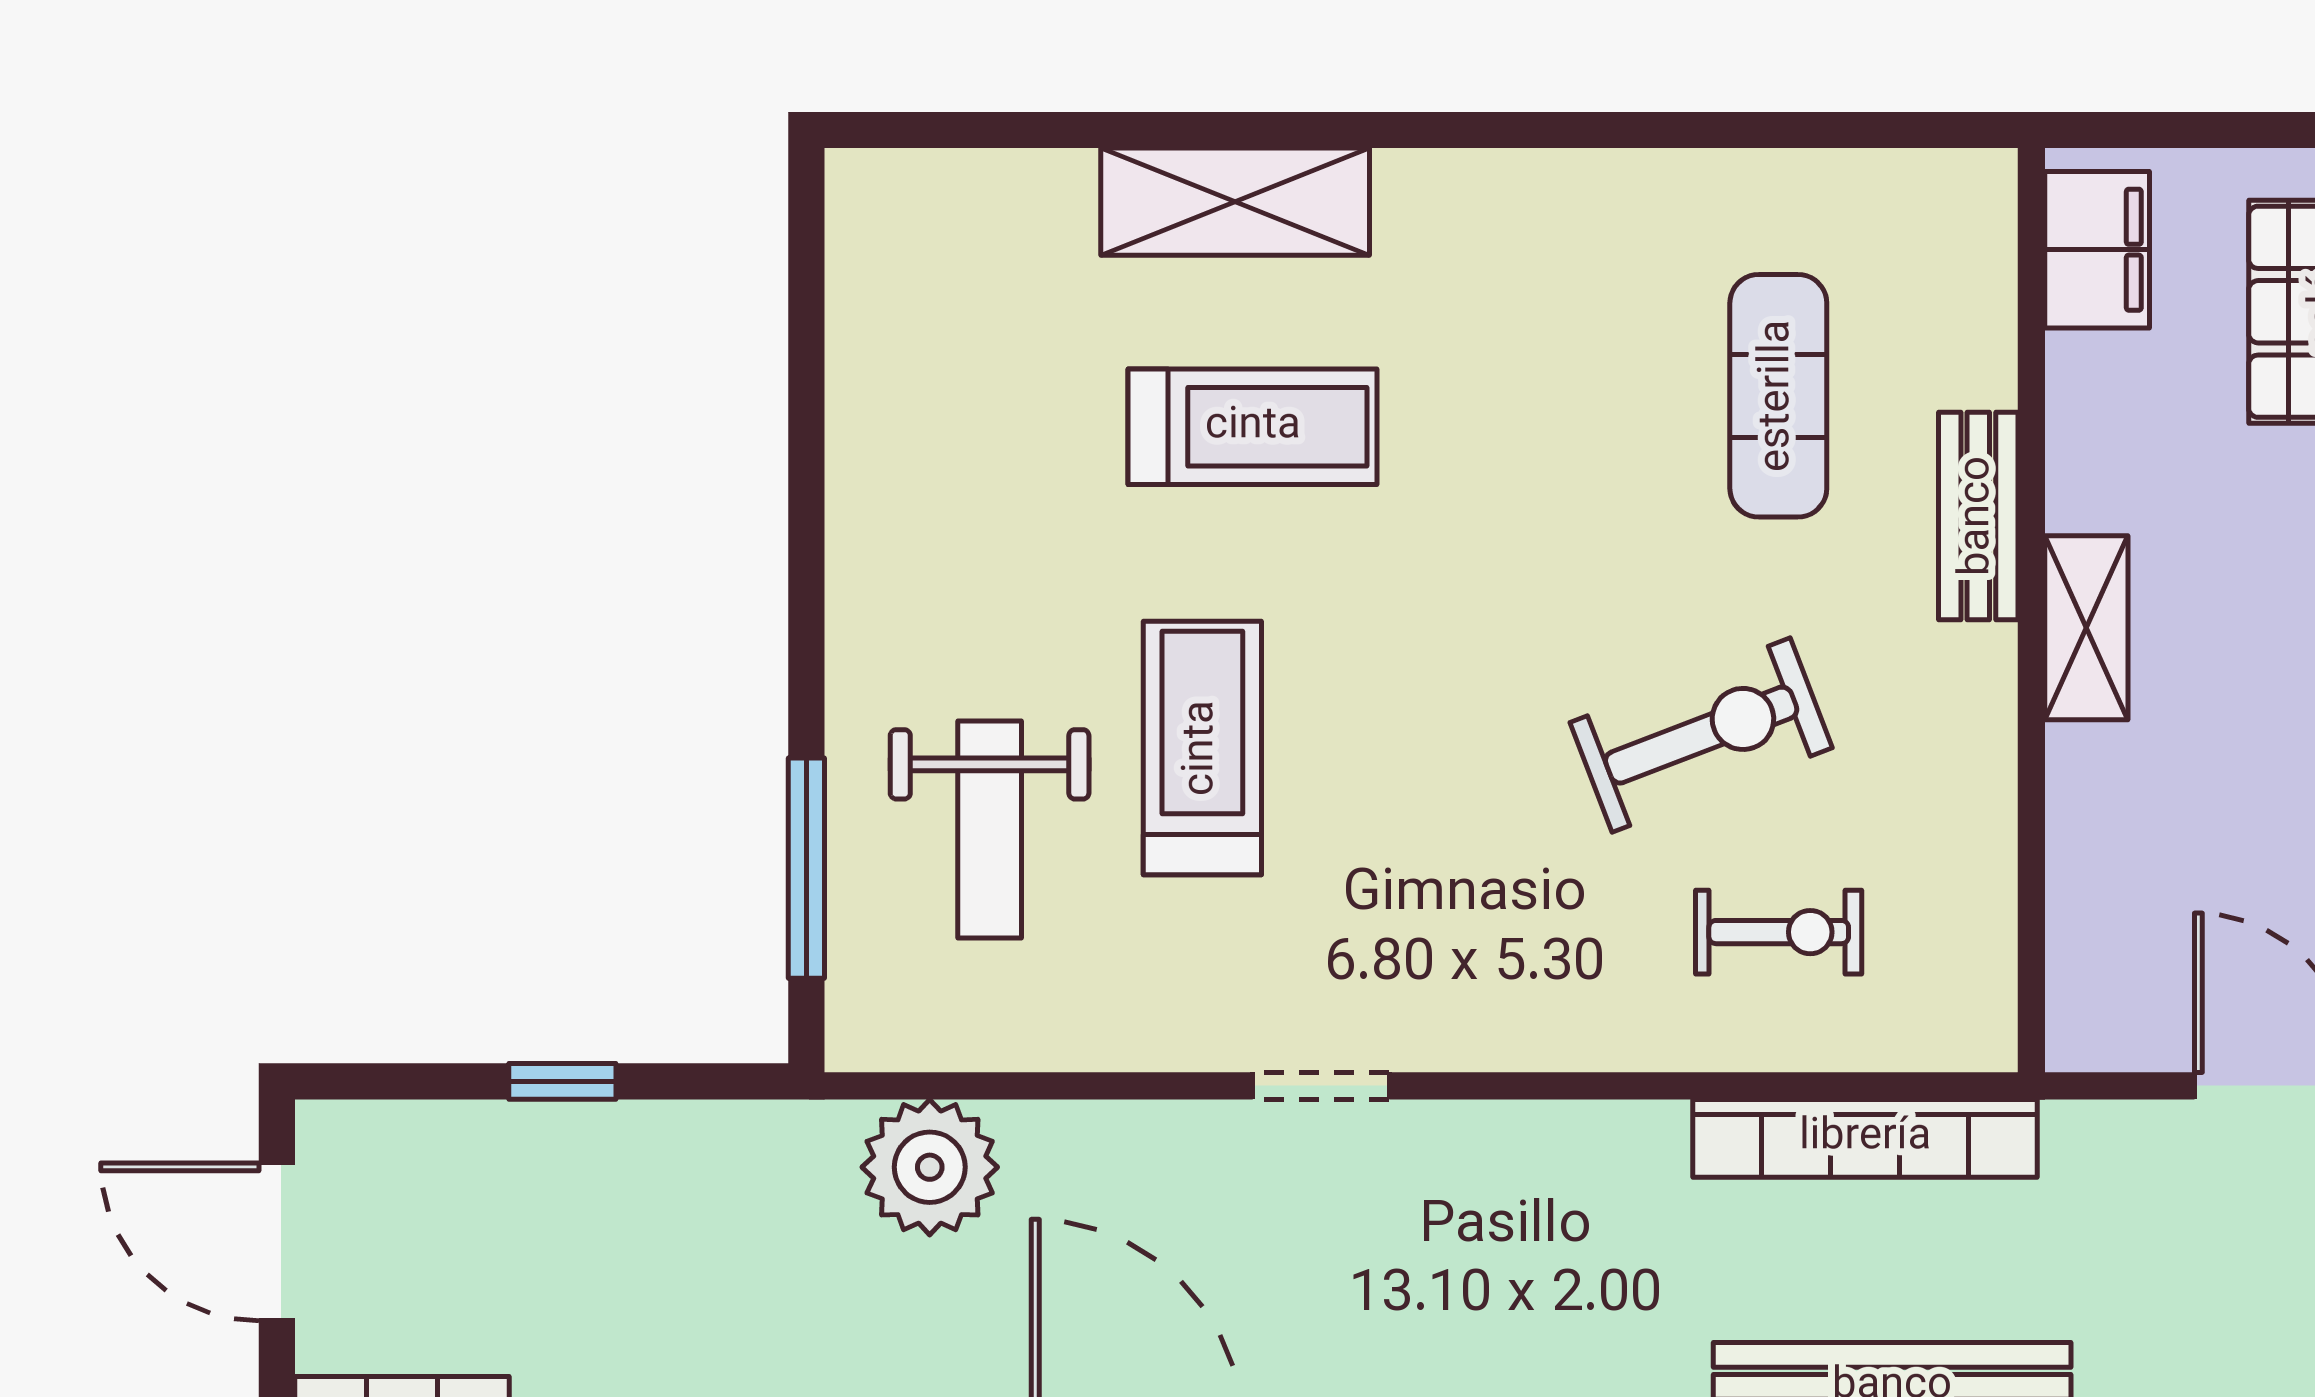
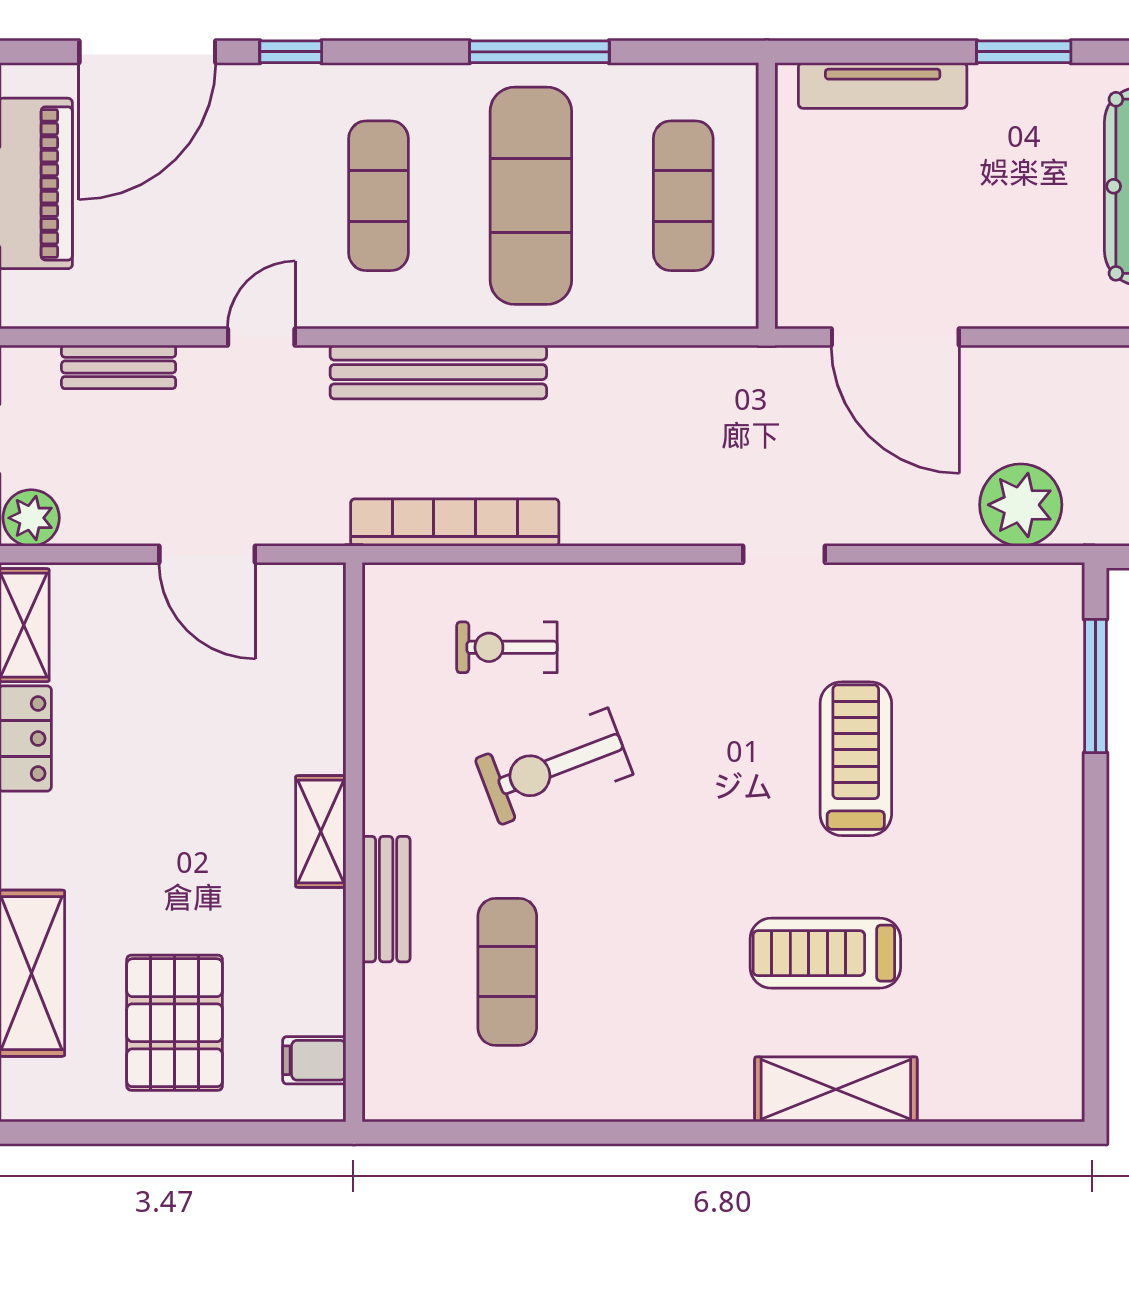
filing cabinet: (2097, 250) -> (314, 1060), width x0.50
treadmill: (1202, 748) -> (856, 759), turned 180
weight bench: (990, 830) -> (985, 709), removed

